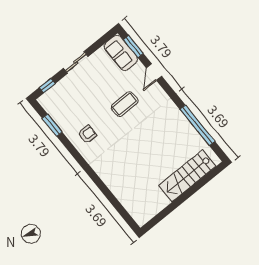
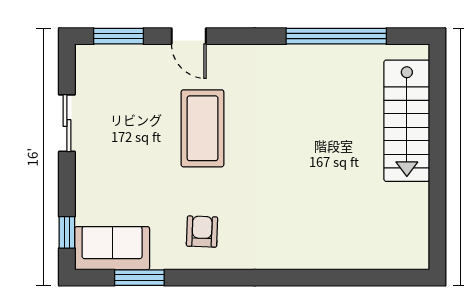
sofa: (121, 53) -> (112, 248), moved, turned 180
sliding door: (76, 62) -> (67, 123), moved
coffee table: (125, 104) -> (202, 128), width x1.36, depth x1.32

